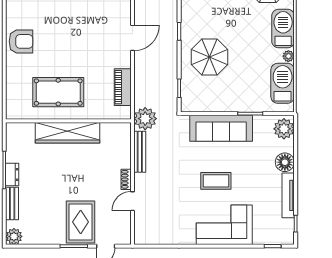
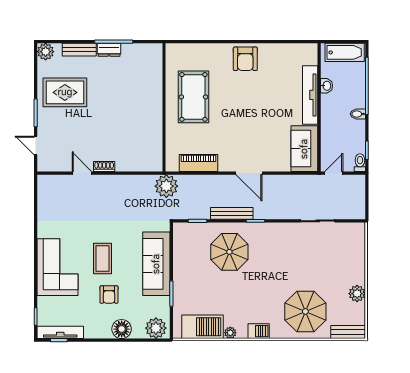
barbecue: (283, 28) -> (259, 331), width x0.53, depth x0.65
wardrobe: (68, 133) -> (152, 106), removed
bench: (140, 152) -> (232, 213), moved
armchair: (251, 175) -> (109, 295), added
tv unit: (288, 195) -> (60, 332), moved
rug: (81, 222) -> (65, 92), moved

